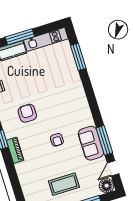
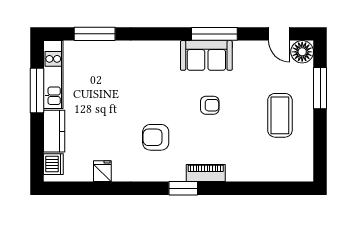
window: (20, 37) -> (37, 91), moved
window: (104, 140) -> (214, 34), moved
sofa: (91, 143) -> (206, 55), moved

